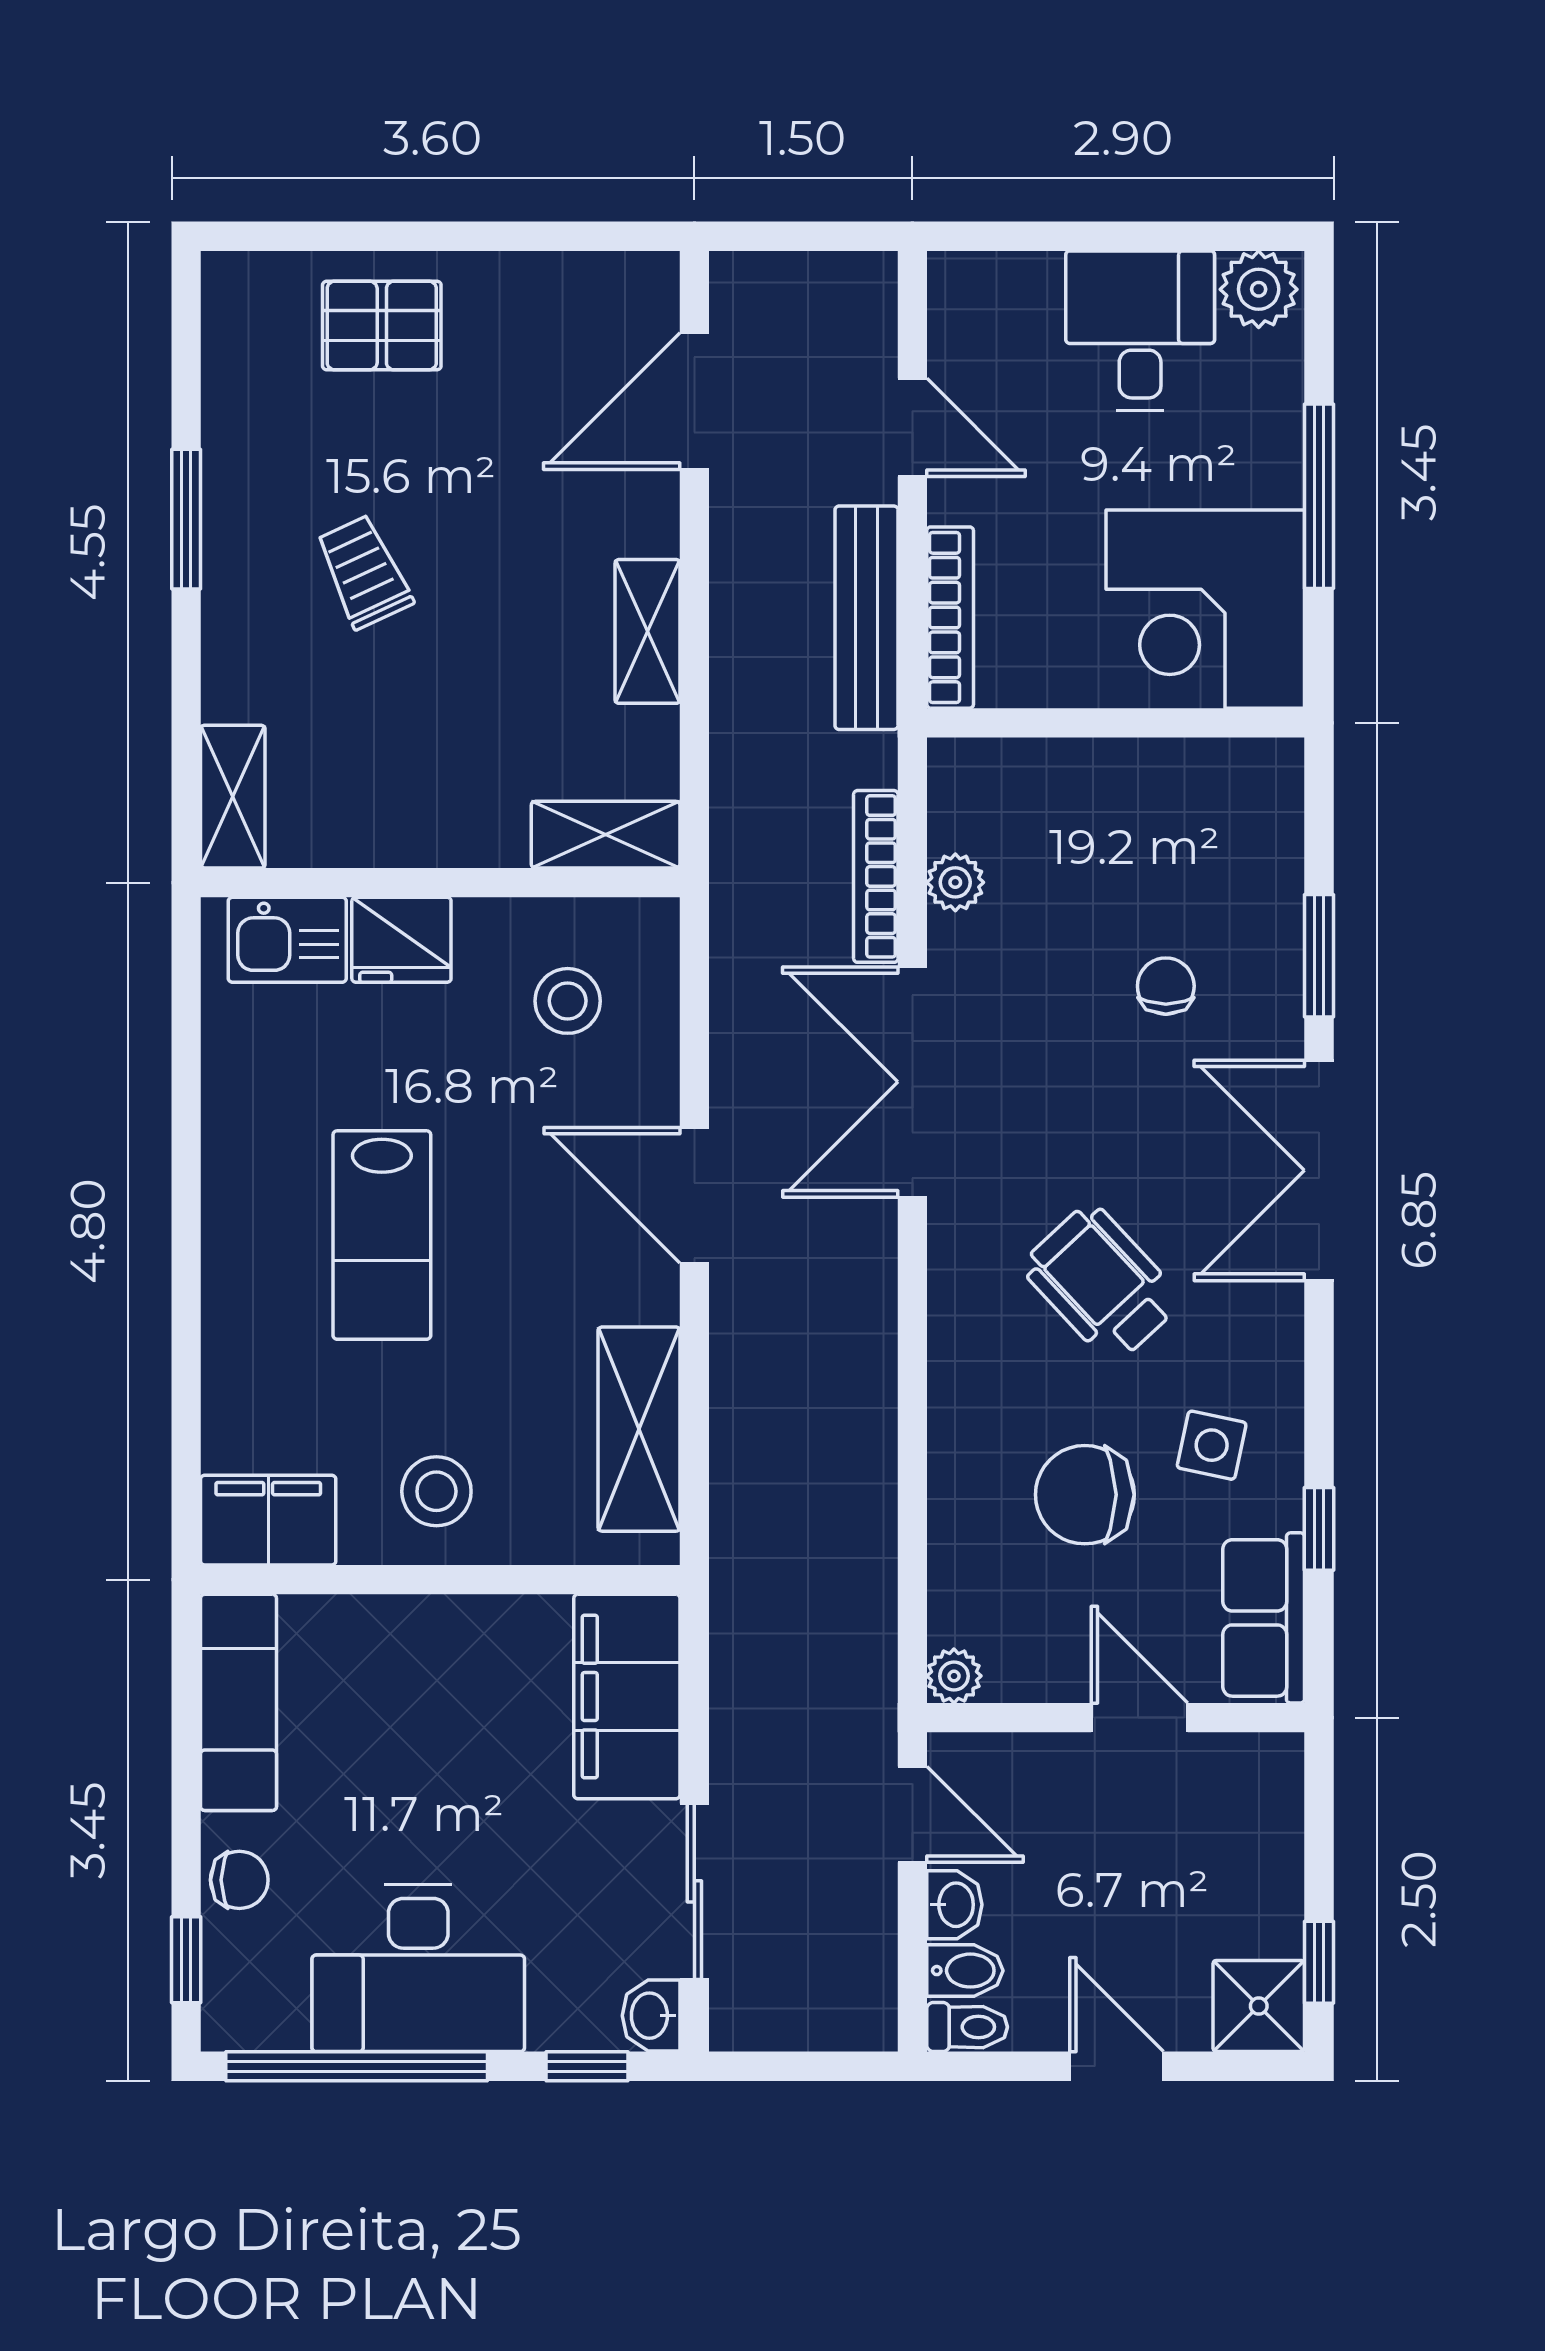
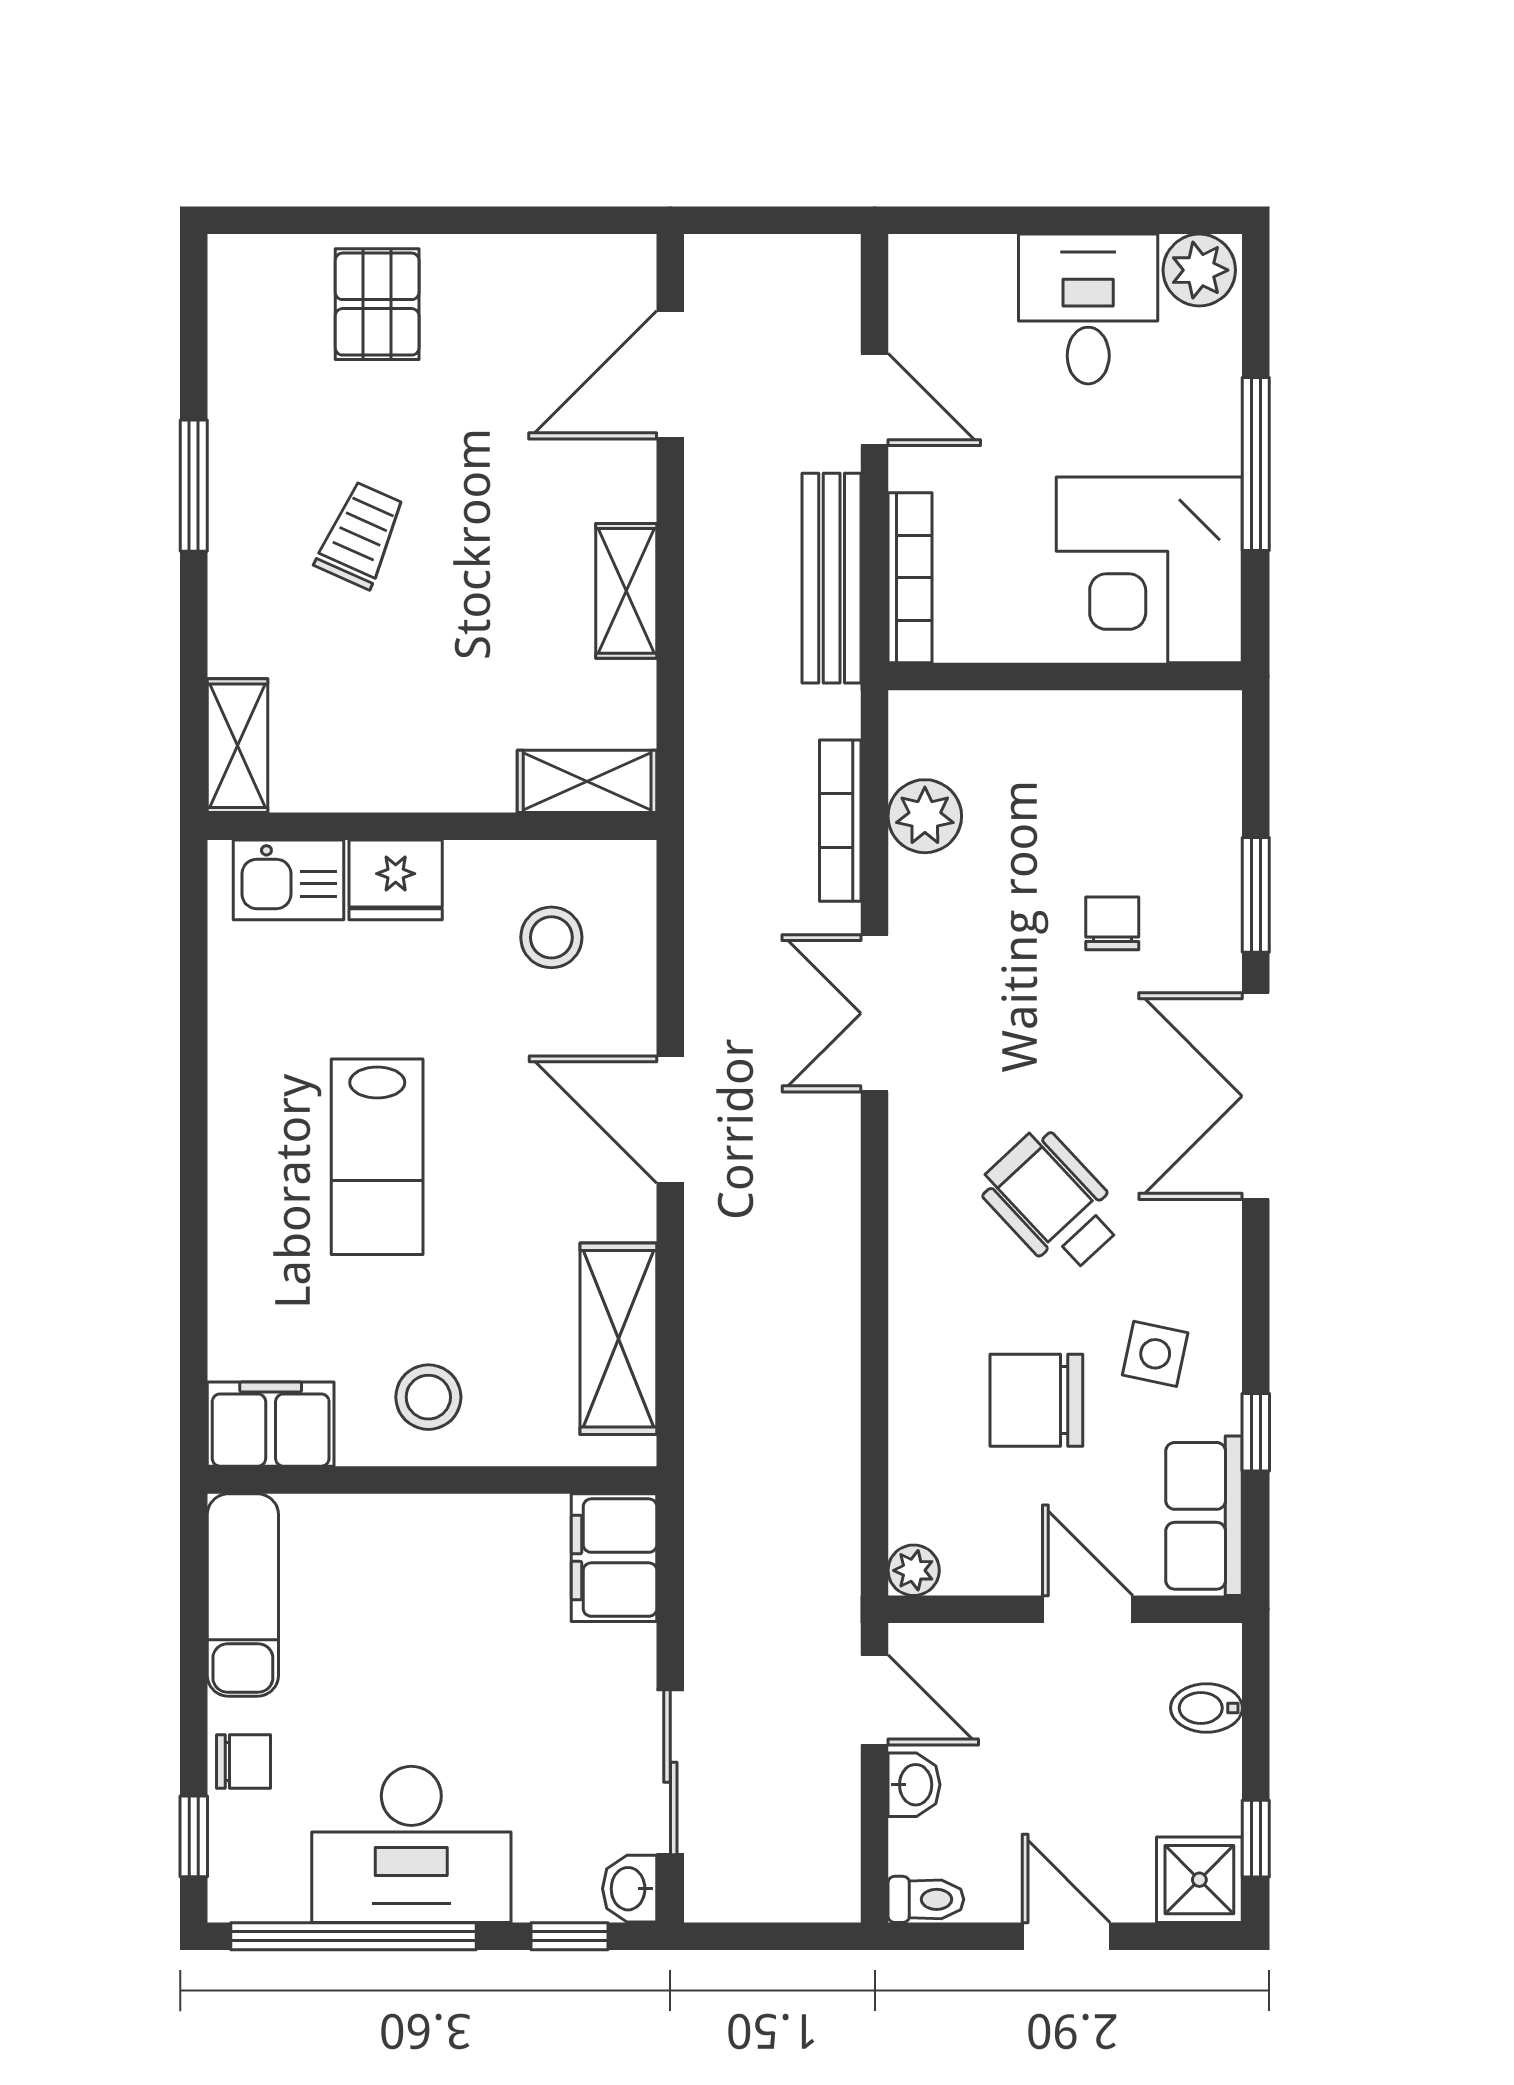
pallet: (382, 326) -> (377, 304), turned 90
trolley: (364, 572) -> (360, 535), turned 49
plant: (955, 882) -> (925, 816), width x1.38, depth x1.38
double door: (912, 1082) -> (875, 1013), width x0.73
filing cabinet: (627, 1697) -> (614, 1558), width x0.67, depth x0.86
bidet: (965, 1971) -> (1206, 1708), moved, turned 180

